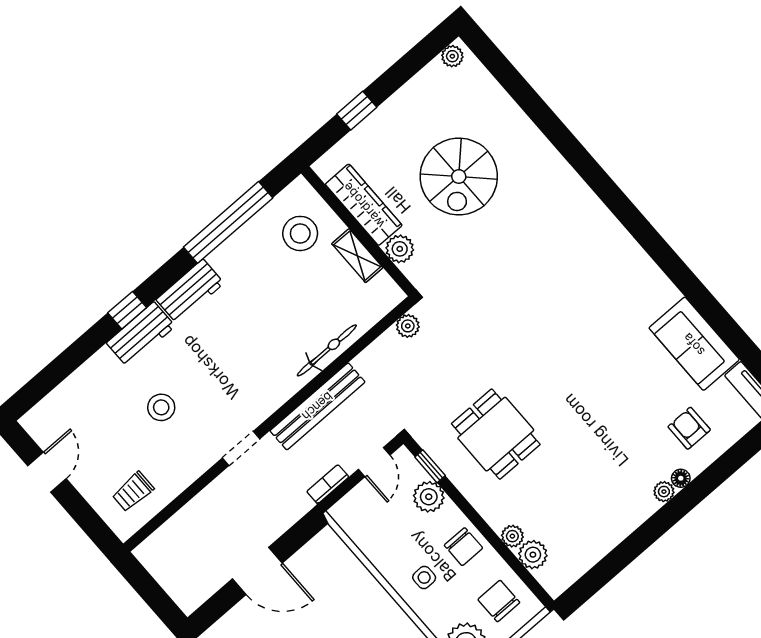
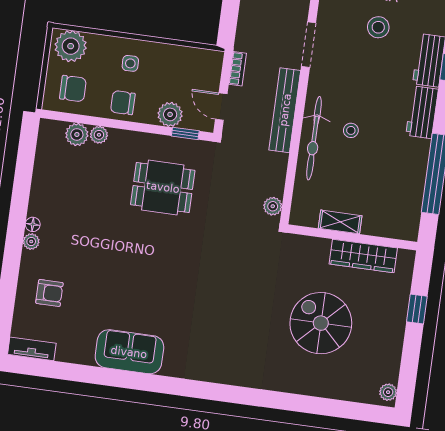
stool: (300, 233) -> (351, 130), moved, width x0.53, depth x0.53
plant: (400, 249) -> (318, 248), removed
sofa: (694, 344) -> (129, 352), moved
bicycle: (327, 350) -> (314, 138), width x1.37, depth x1.40
doorway: (241, 448) -> (309, 45), width x1.38
floor lamp: (681, 478) -> (33, 224), moved

